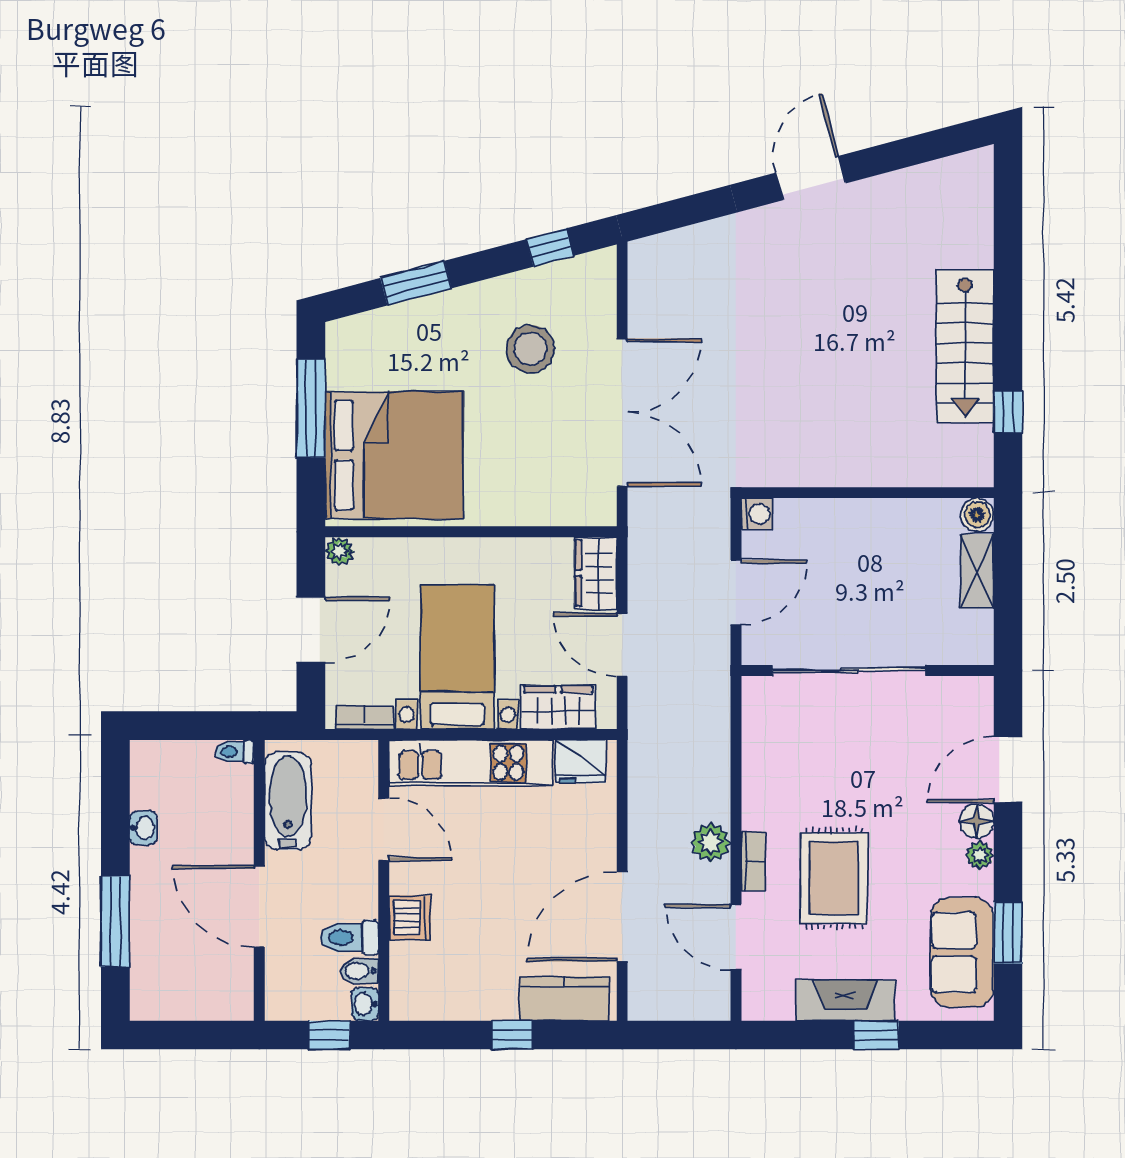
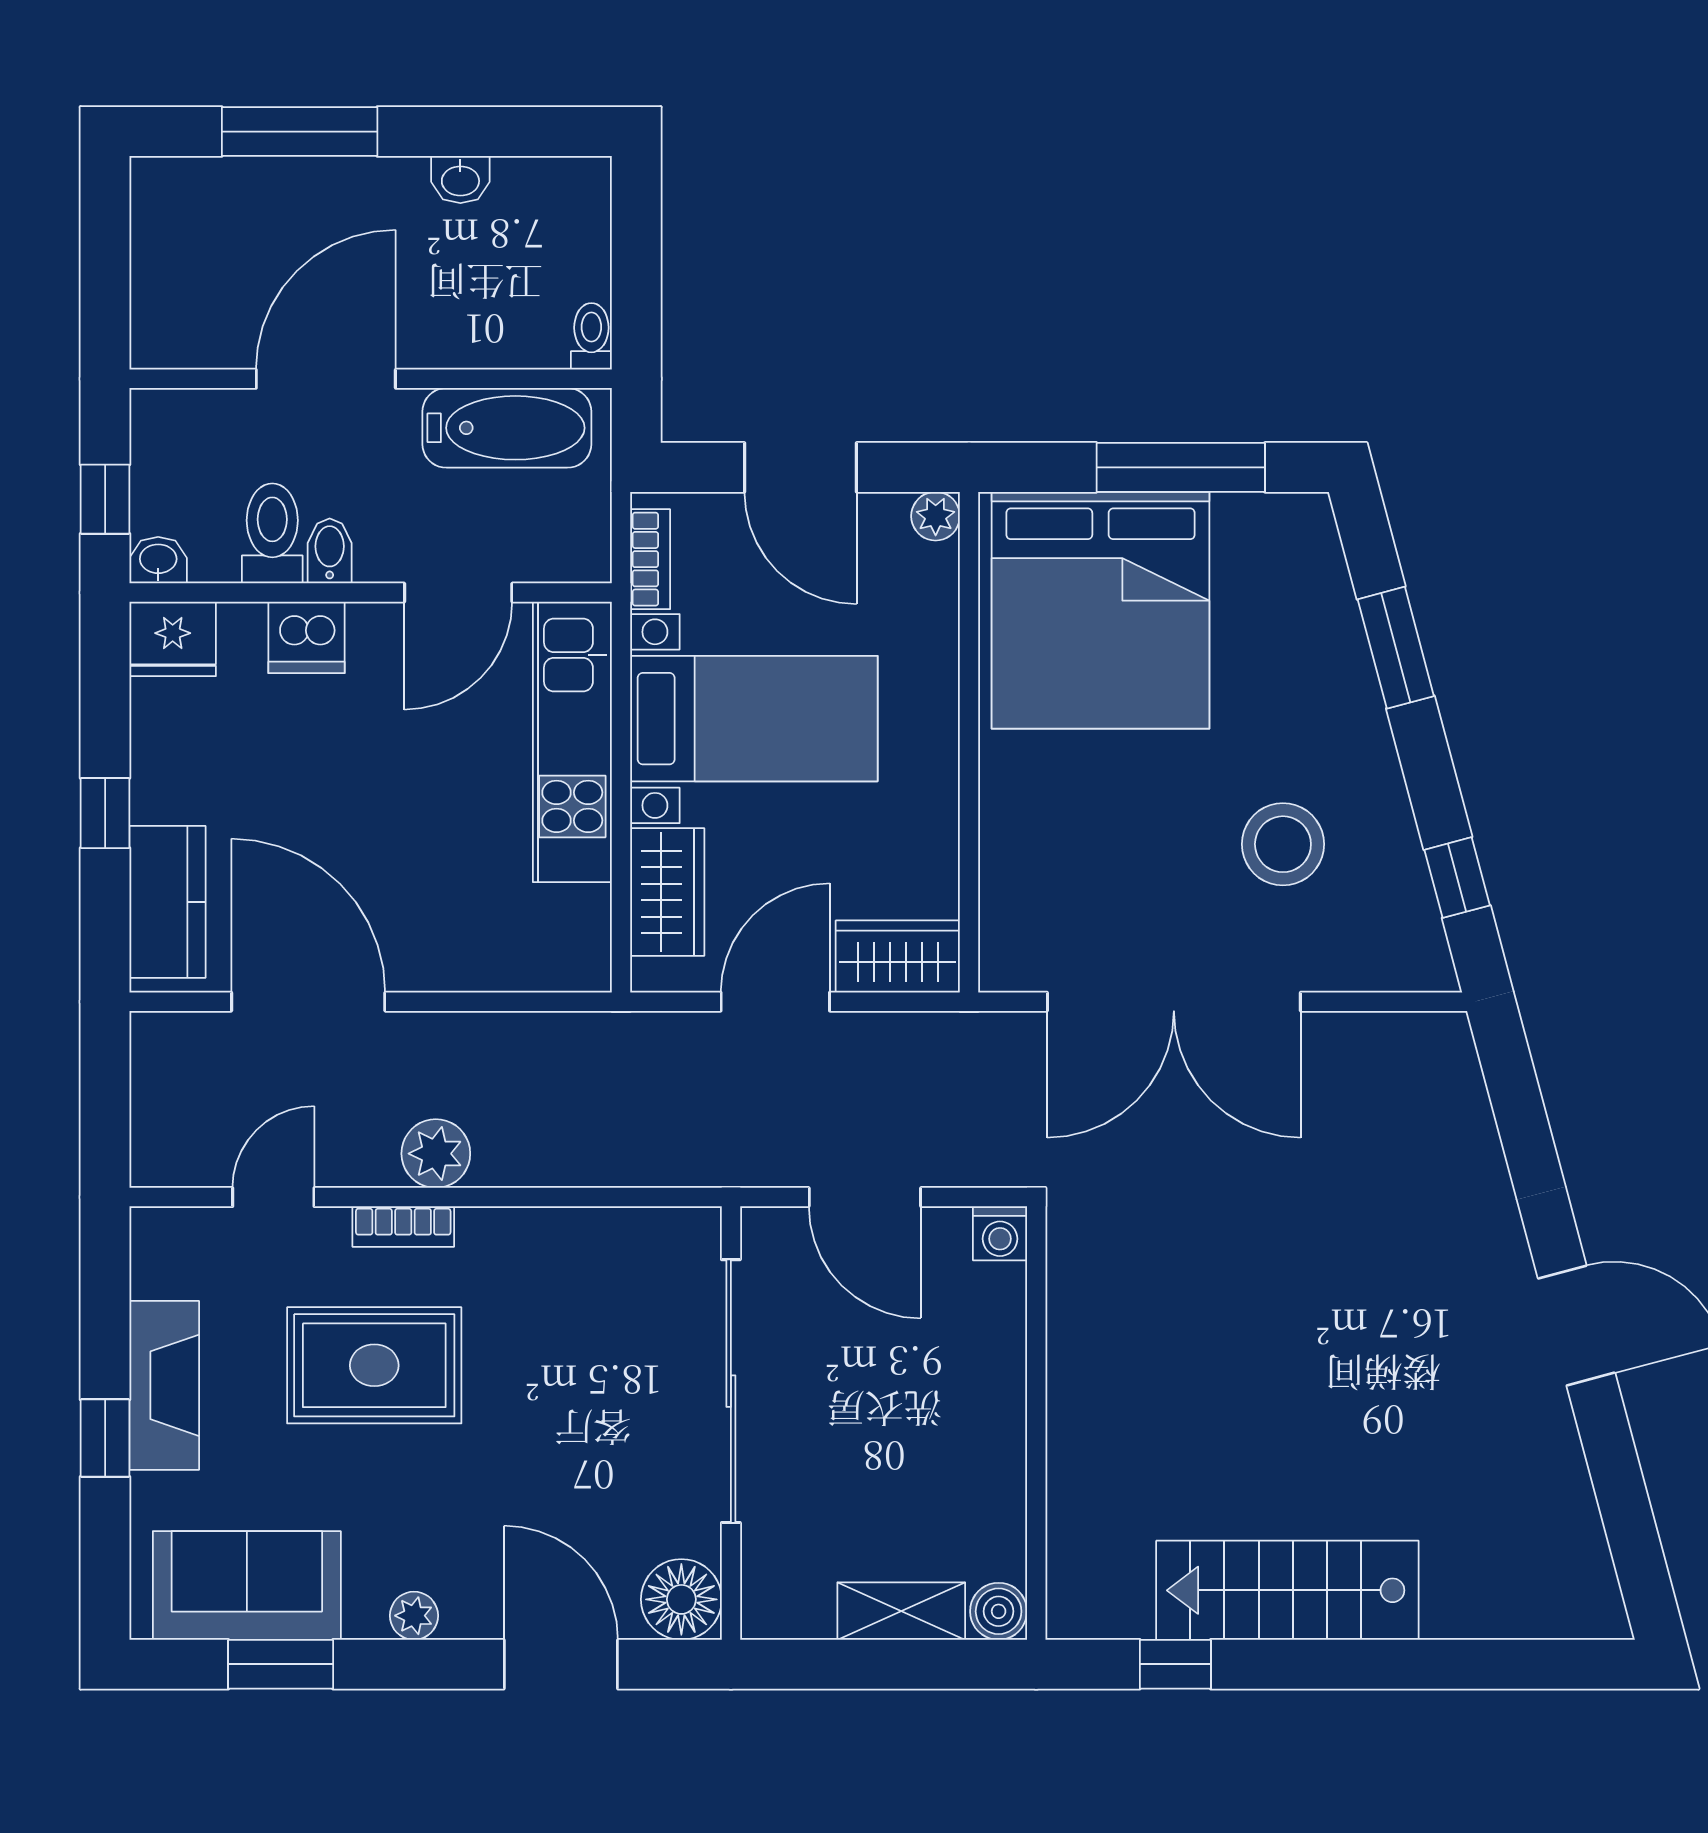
fridge: (581, 761) -> (173, 639), moved, turned -90
floor lamp: (977, 821) -> (681, 1599), moved, width x1.38, depth x1.38
door: (736, 937) -> (273, 1197), width x0.73
bidet: (360, 971) -> (330, 551), moved

